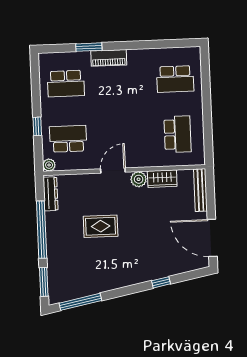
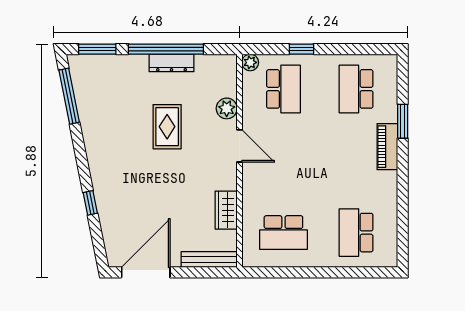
plant: (139, 179) -> (227, 108), moved
dresser: (51, 194) -> (172, 63), moved

